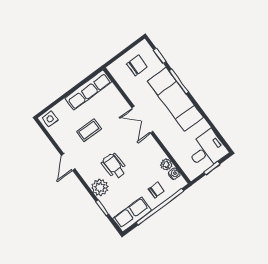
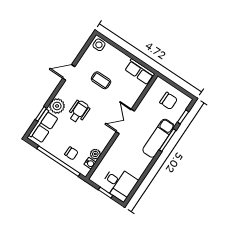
row of seats: (88, 90) -> (140, 72), width x0.68
exam couch: (175, 99) -> (158, 138), width x0.73, depth x0.69
row of seats: (132, 214) -> (44, 126), moved, turned 90

